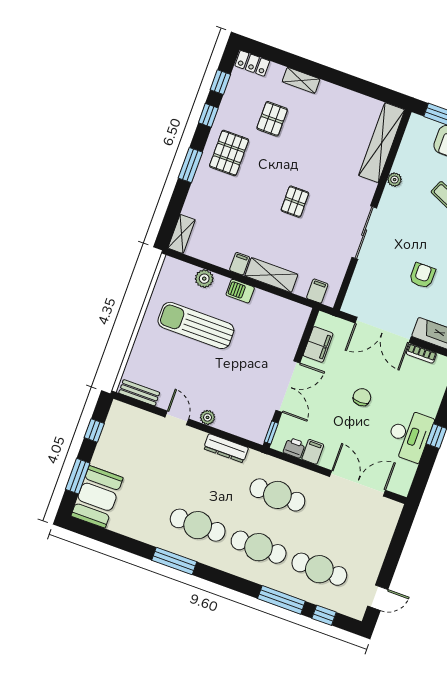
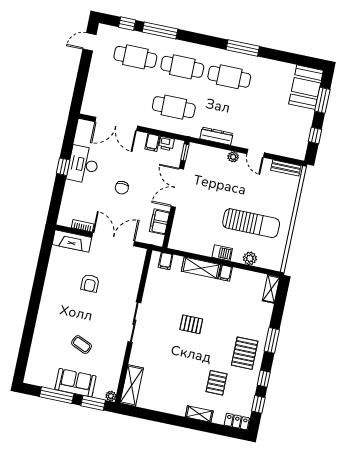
shelving: (382, 143) -> (132, 386), width x0.68
plant: (395, 180) -> (111, 396), moved
pallet: (295, 202) -> (191, 324), turned 90
sliding door: (364, 233) -> (134, 322), moved

